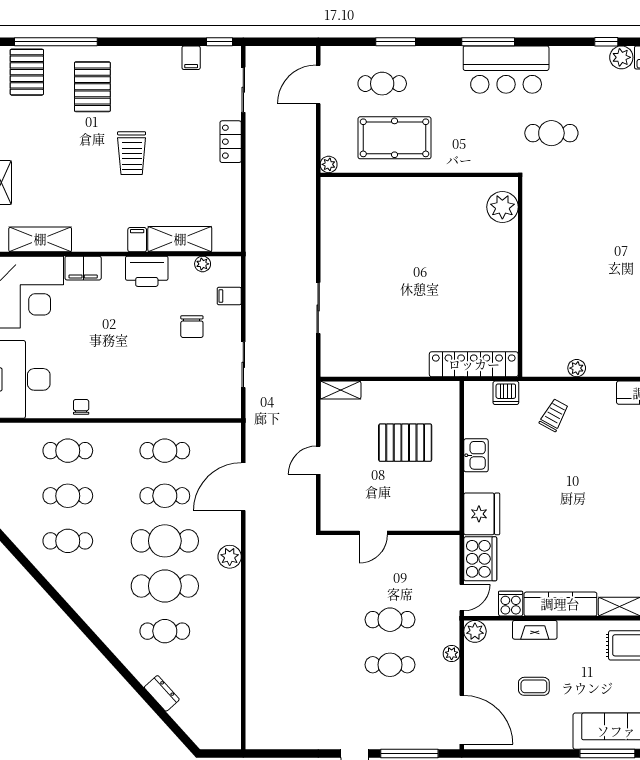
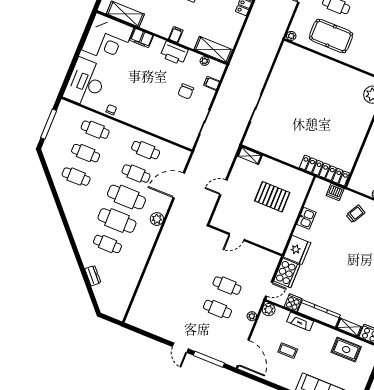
shelving: (180, 239) -> (213, 50), moved

